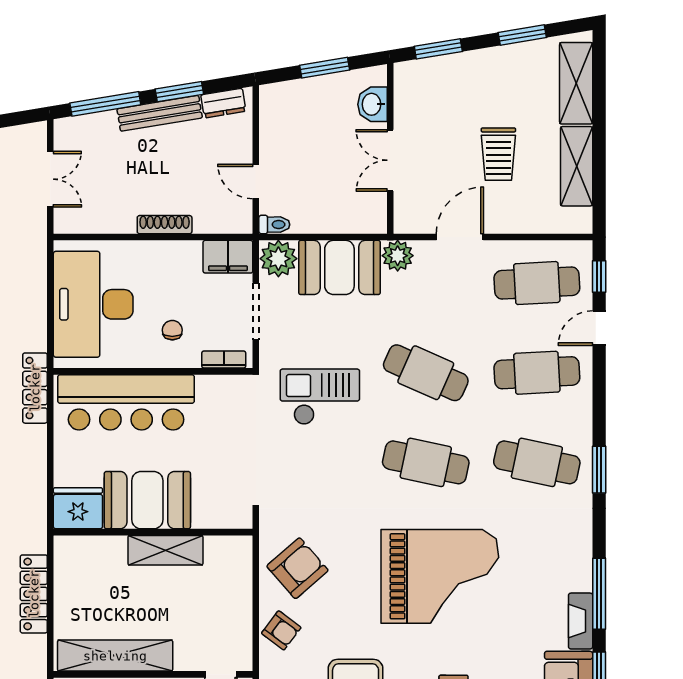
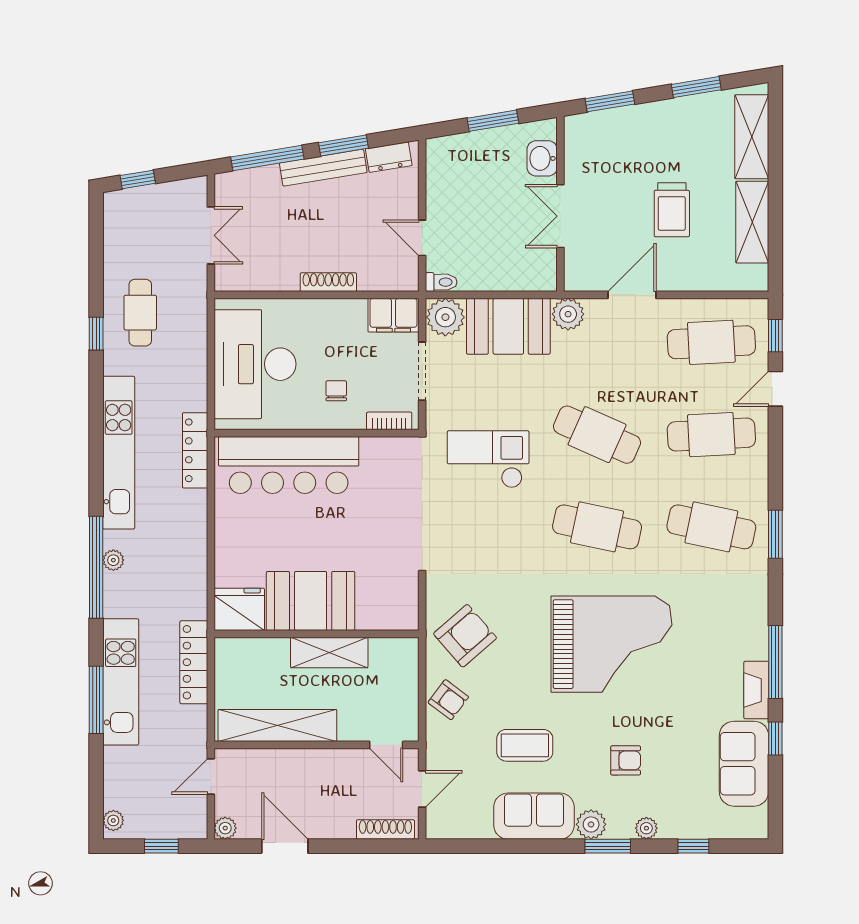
booth: (147, 500) -> (311, 601), moved
fridge: (78, 508) -> (239, 609), moved
wall: (153, 532) -> (316, 634), moved
shelving: (165, 550) -> (329, 652), moved

